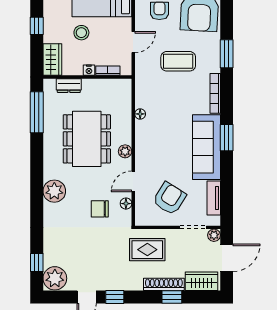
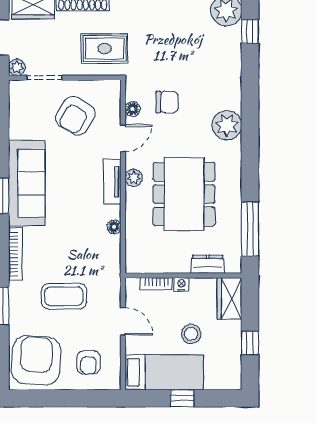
door: (133, 42) -> (123, 321), swing flipped
tv unit: (214, 198) -> (112, 182), moved, turned 180

